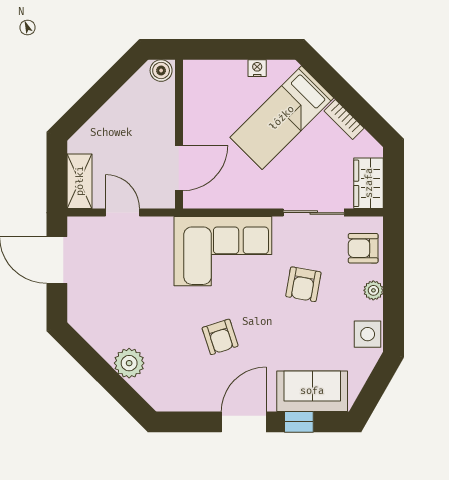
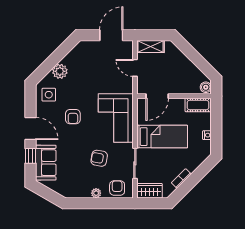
cot: (197, 86) -> (198, 105), added
bed: (282, 118) -> (162, 137), moved, turned 135
door: (179, 168) -> (157, 96), hinge flipped
door: (123, 213) -> (135, 68), swing flipped
side table: (368, 334) -> (49, 95), moved
armchair: (220, 337) -> (73, 117), turned -72

